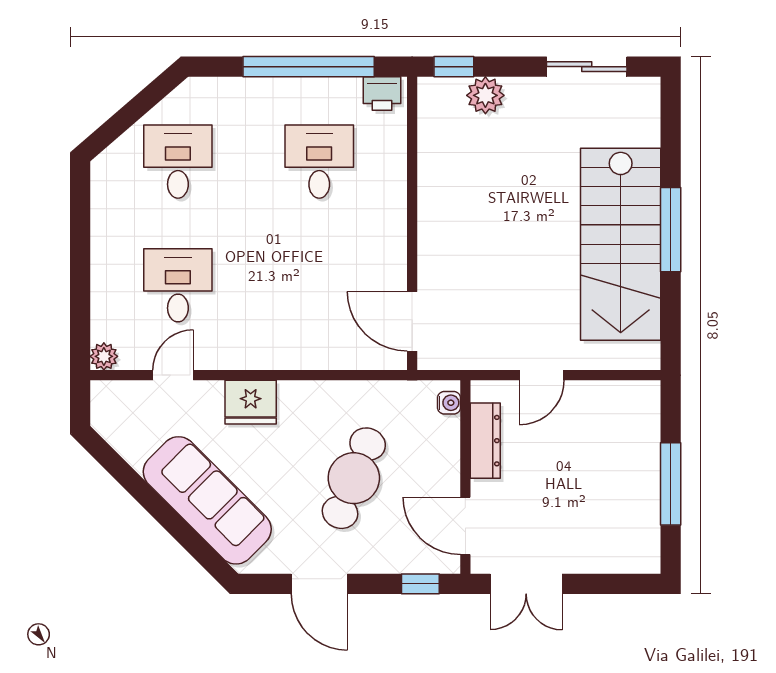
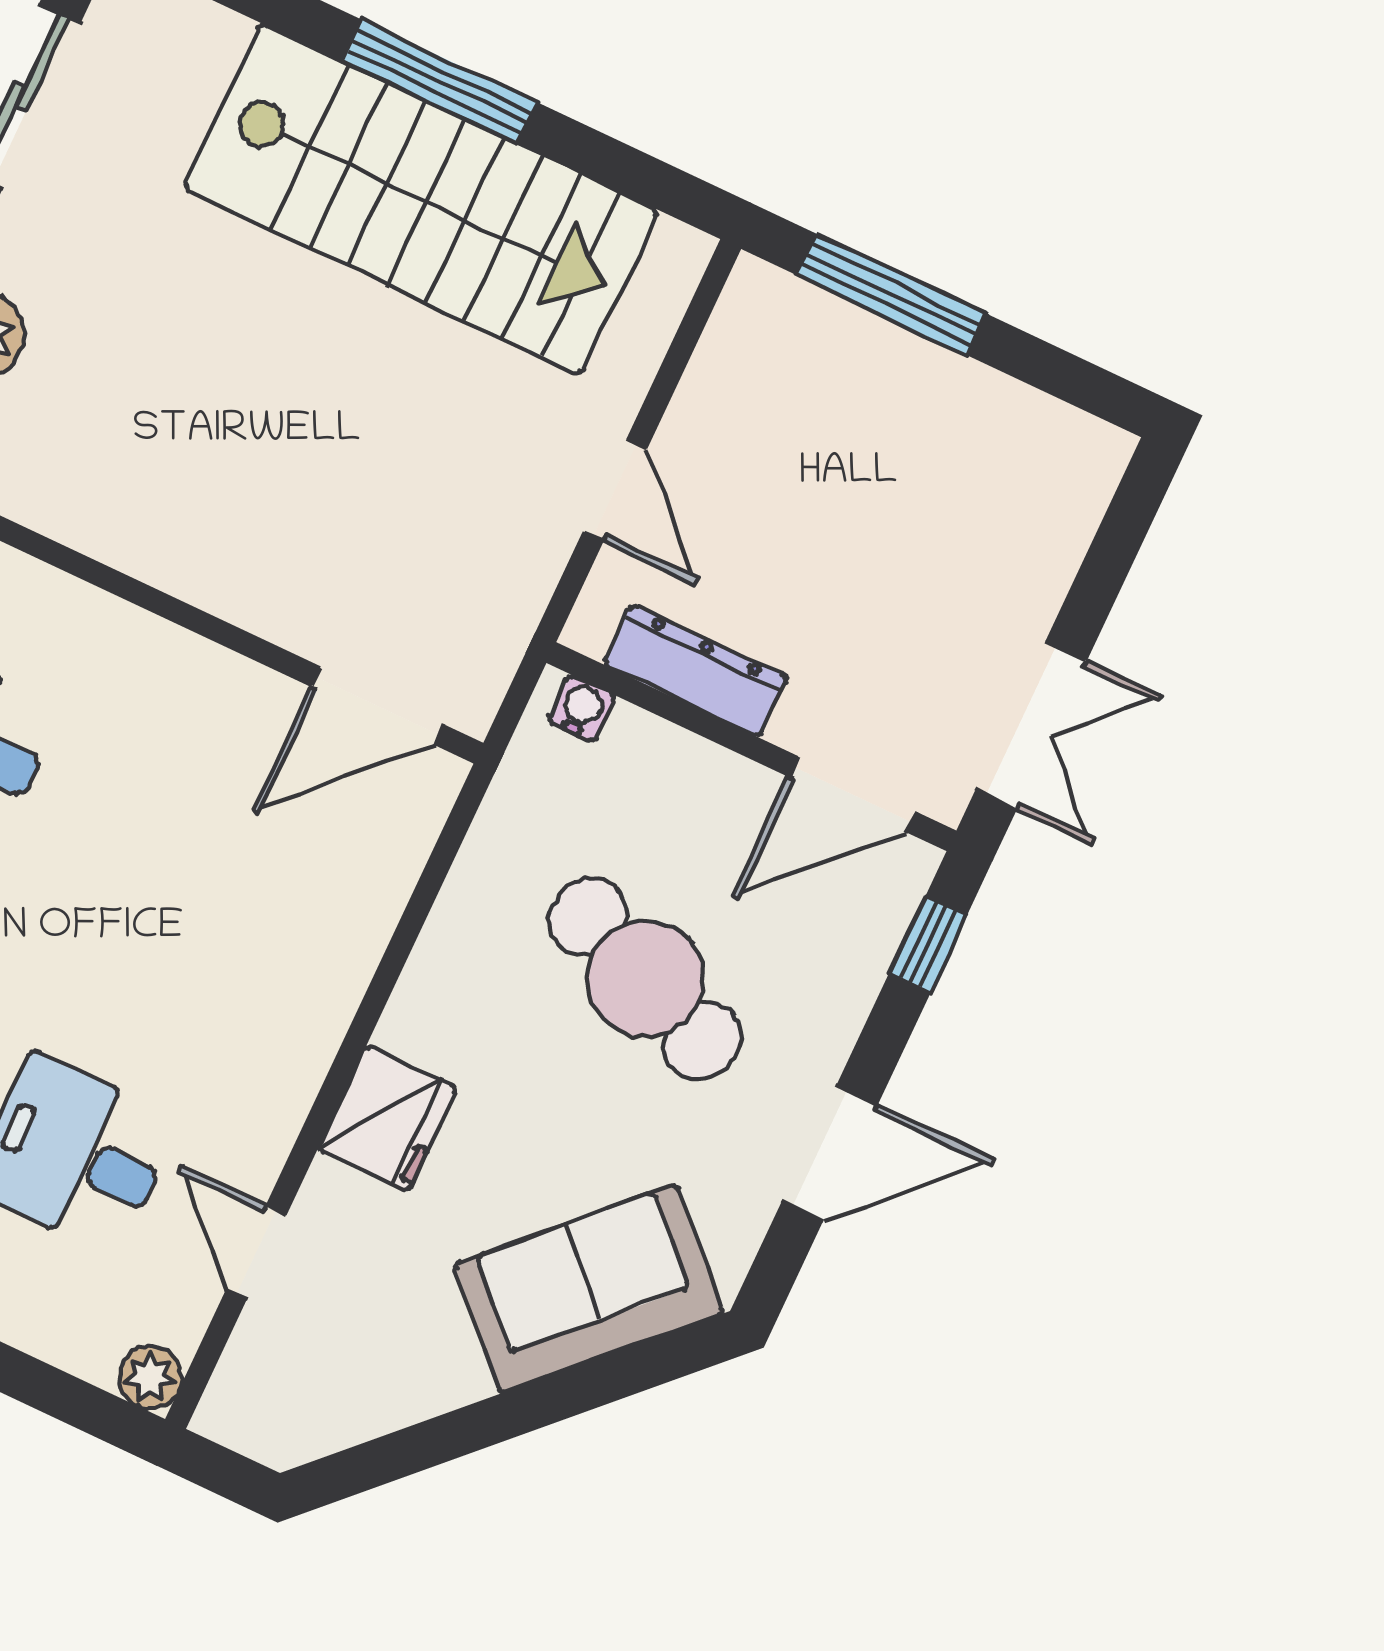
window: (671, 484) -> (891, 294), moved
sofa: (207, 500) -> (589, 1289), width x0.73

